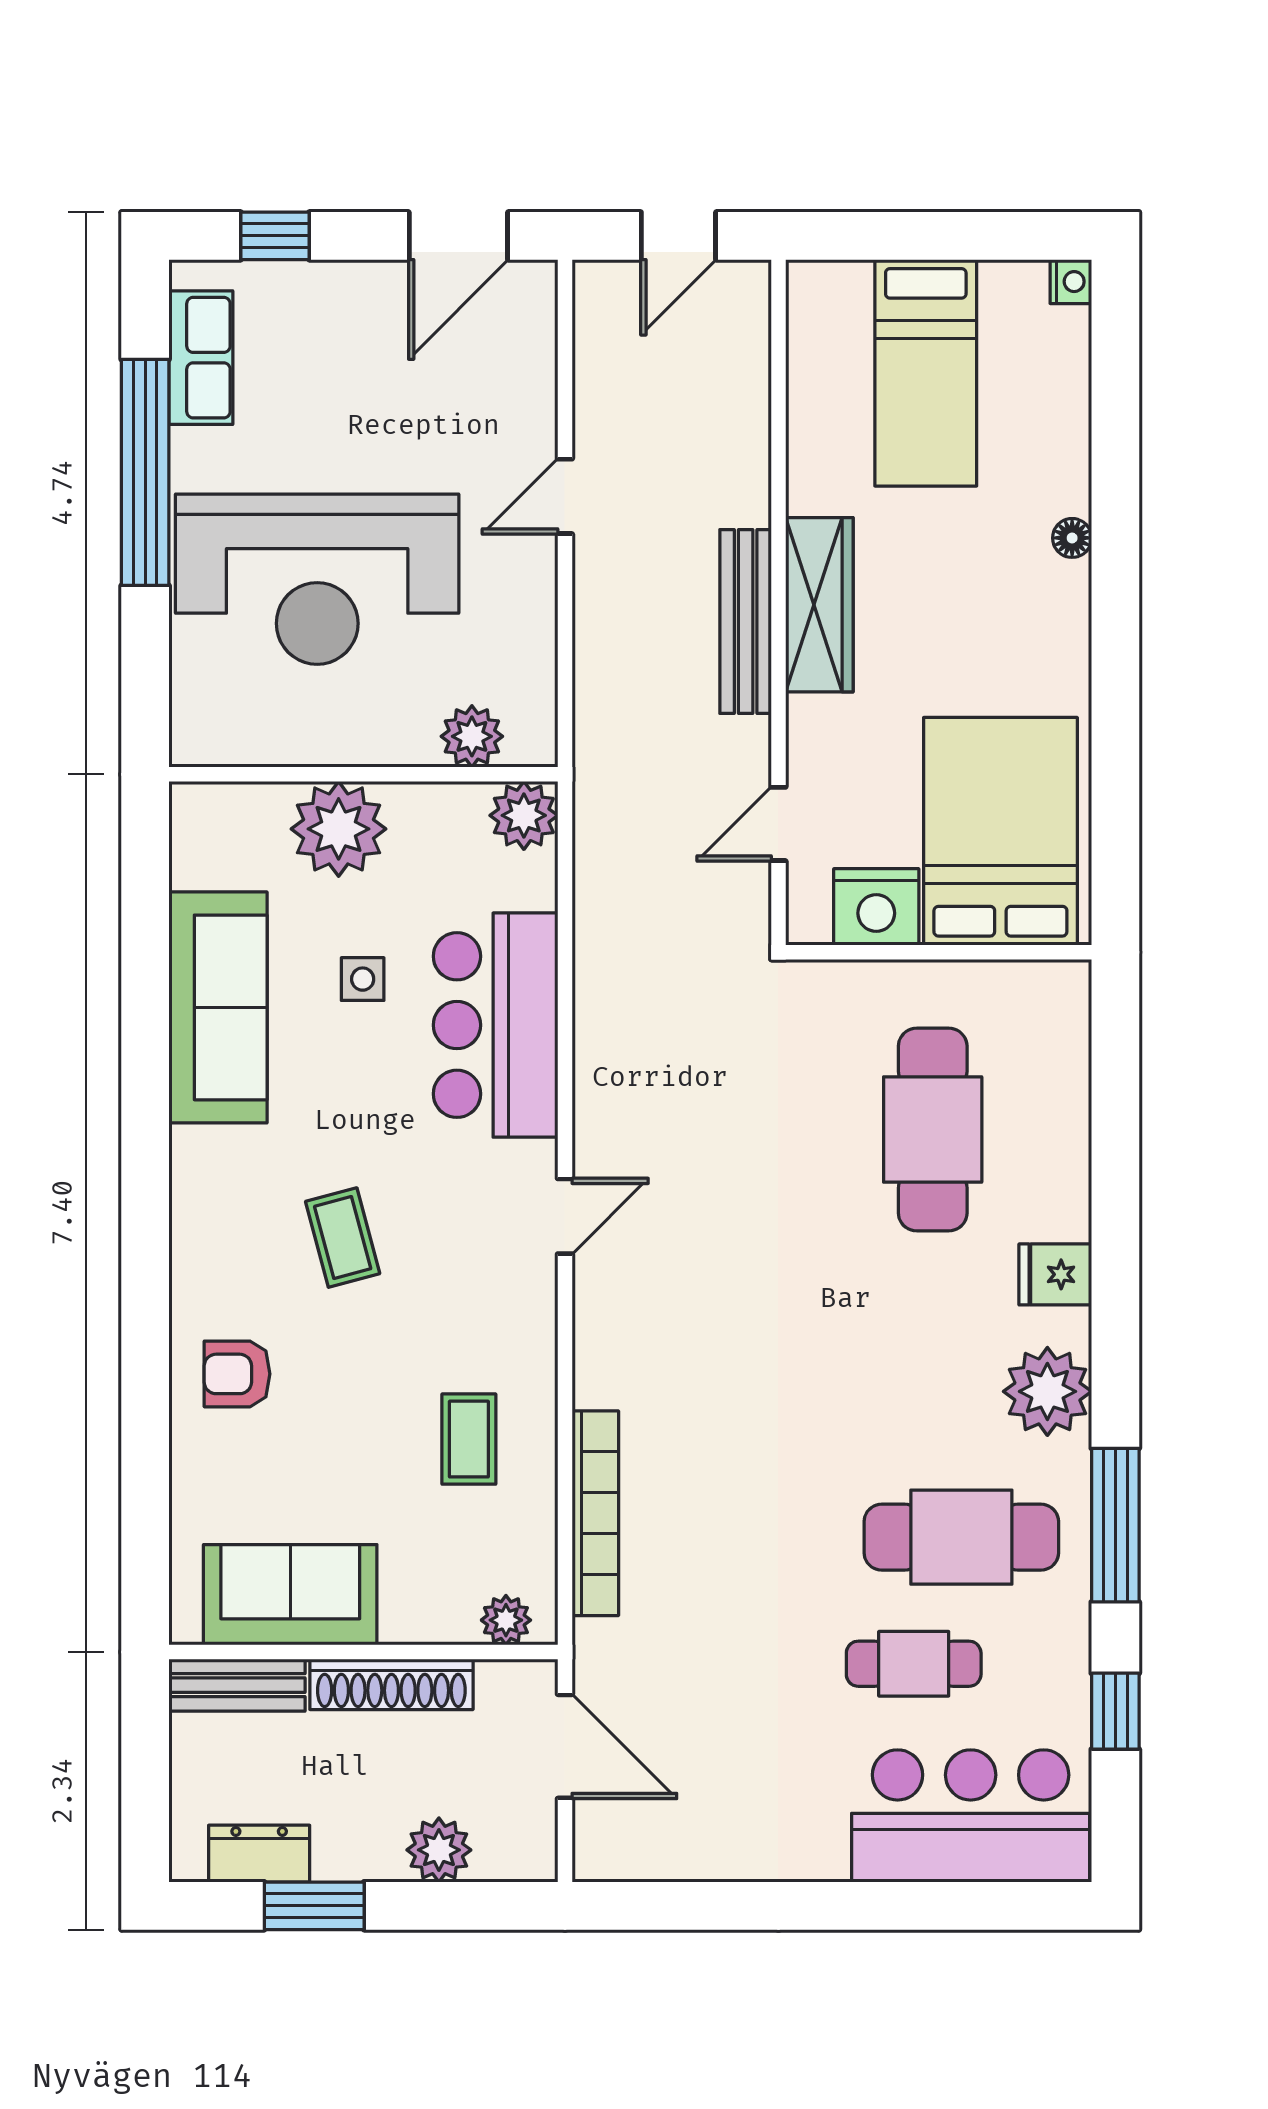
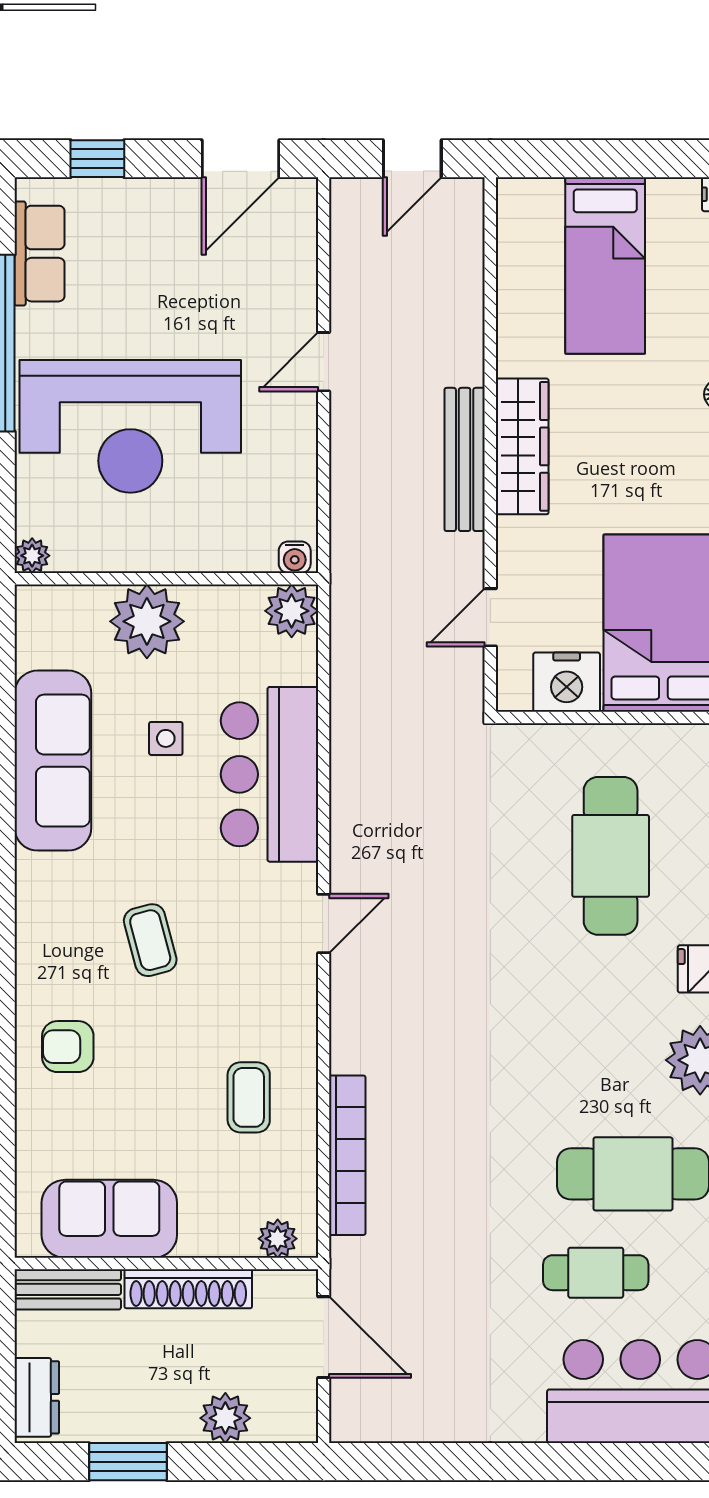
plant: (472, 736) -> (32, 556), moved, width x0.73, depth x0.73
water cooler: (528, 747) -> (295, 557), added
dresser: (259, 1854) -> (37, 1397), moved, turned 90

